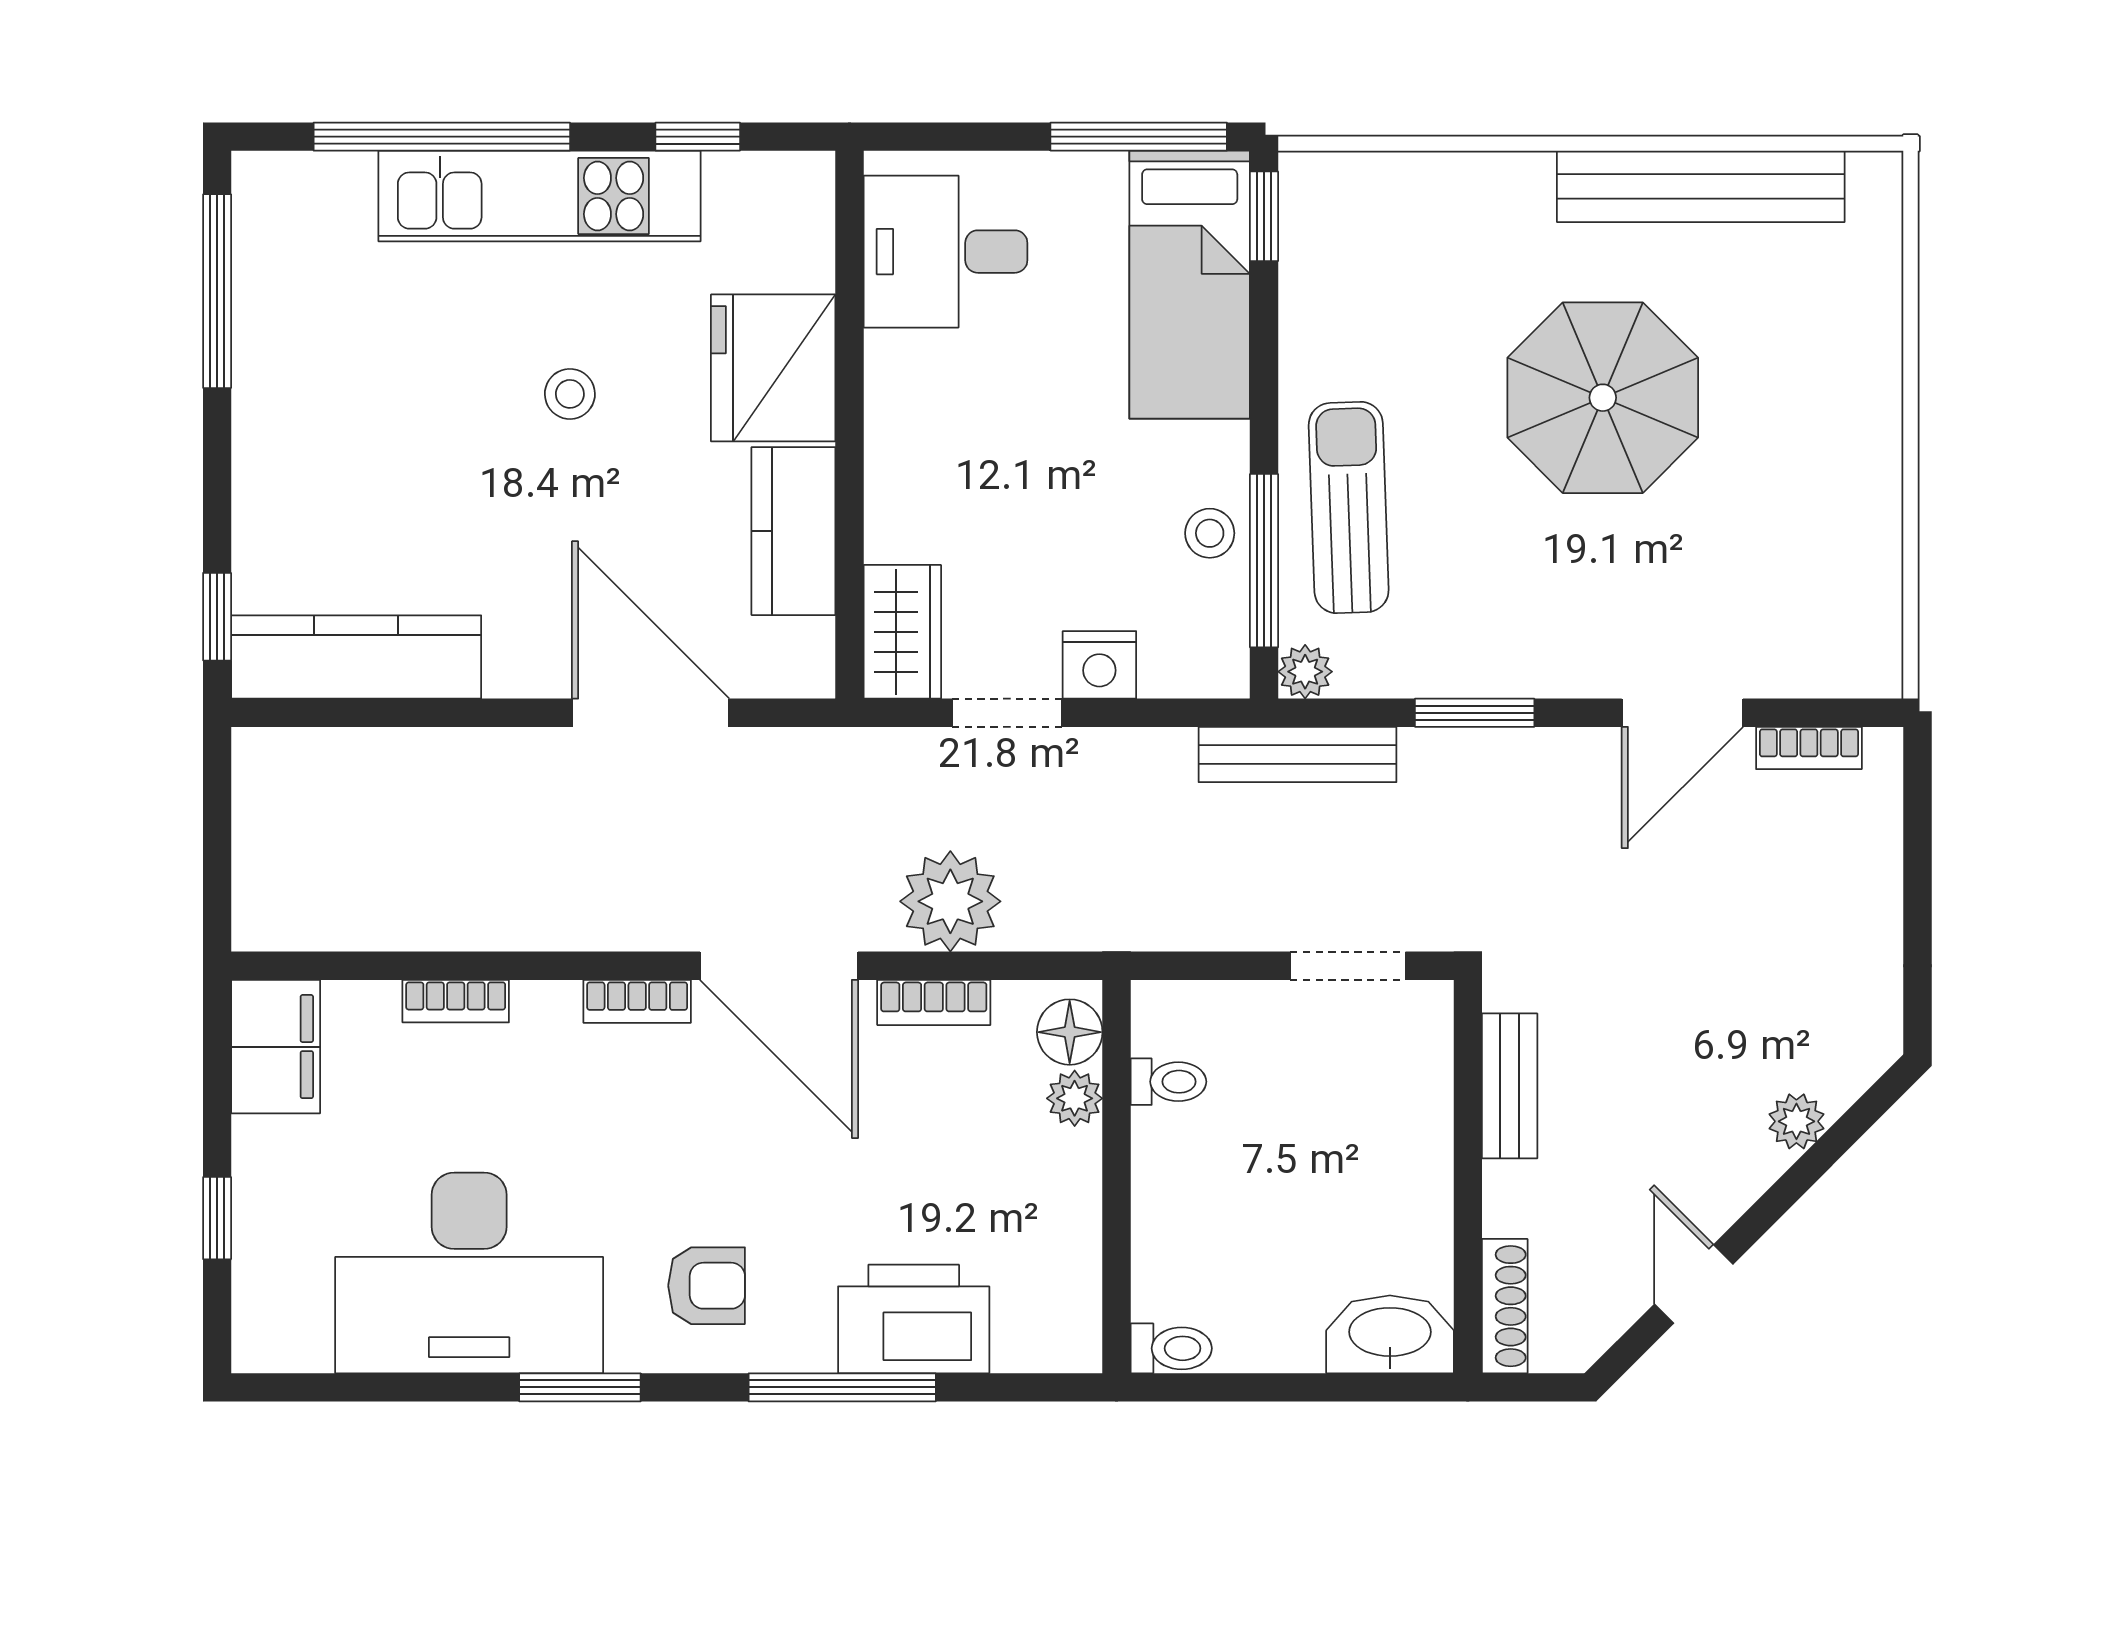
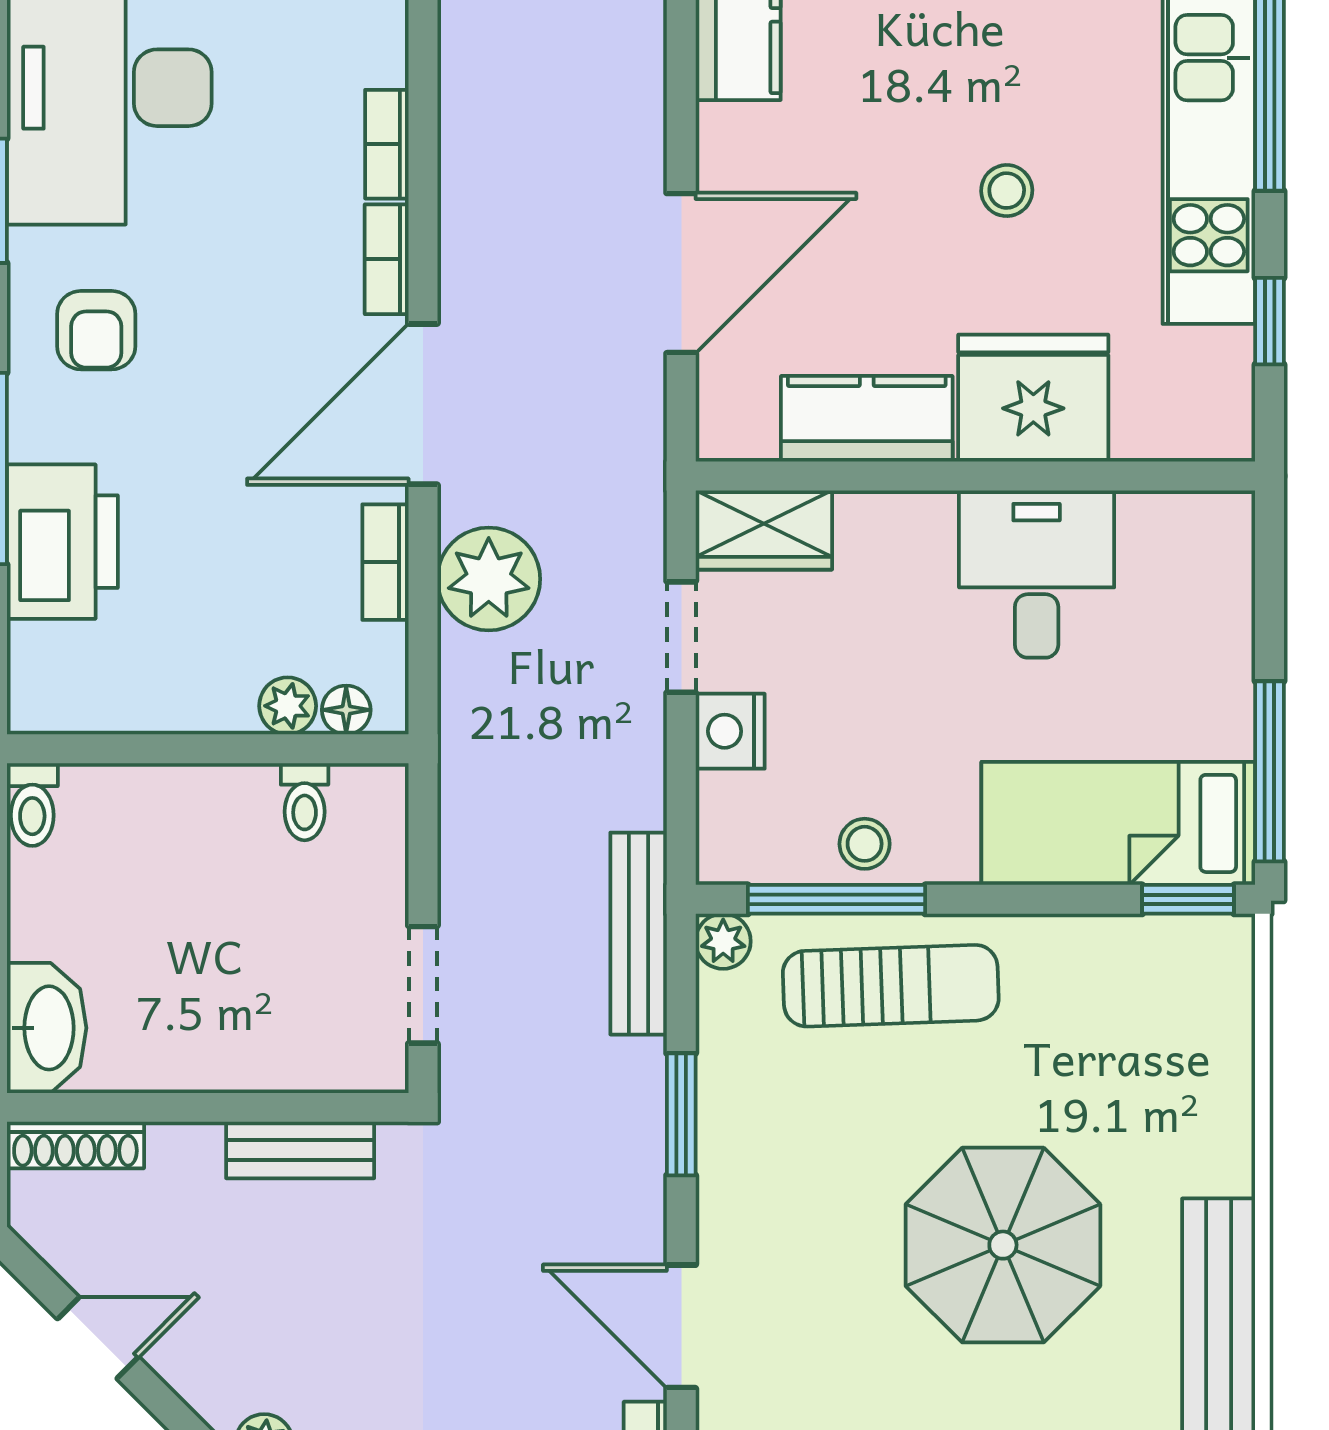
desk: (945, 252) -> (1037, 574), moved
bookcase: (456, 1001) -> (387, 144), moved
floor lamp: (1070, 1032) -> (346, 710), width x0.73, depth x0.73

